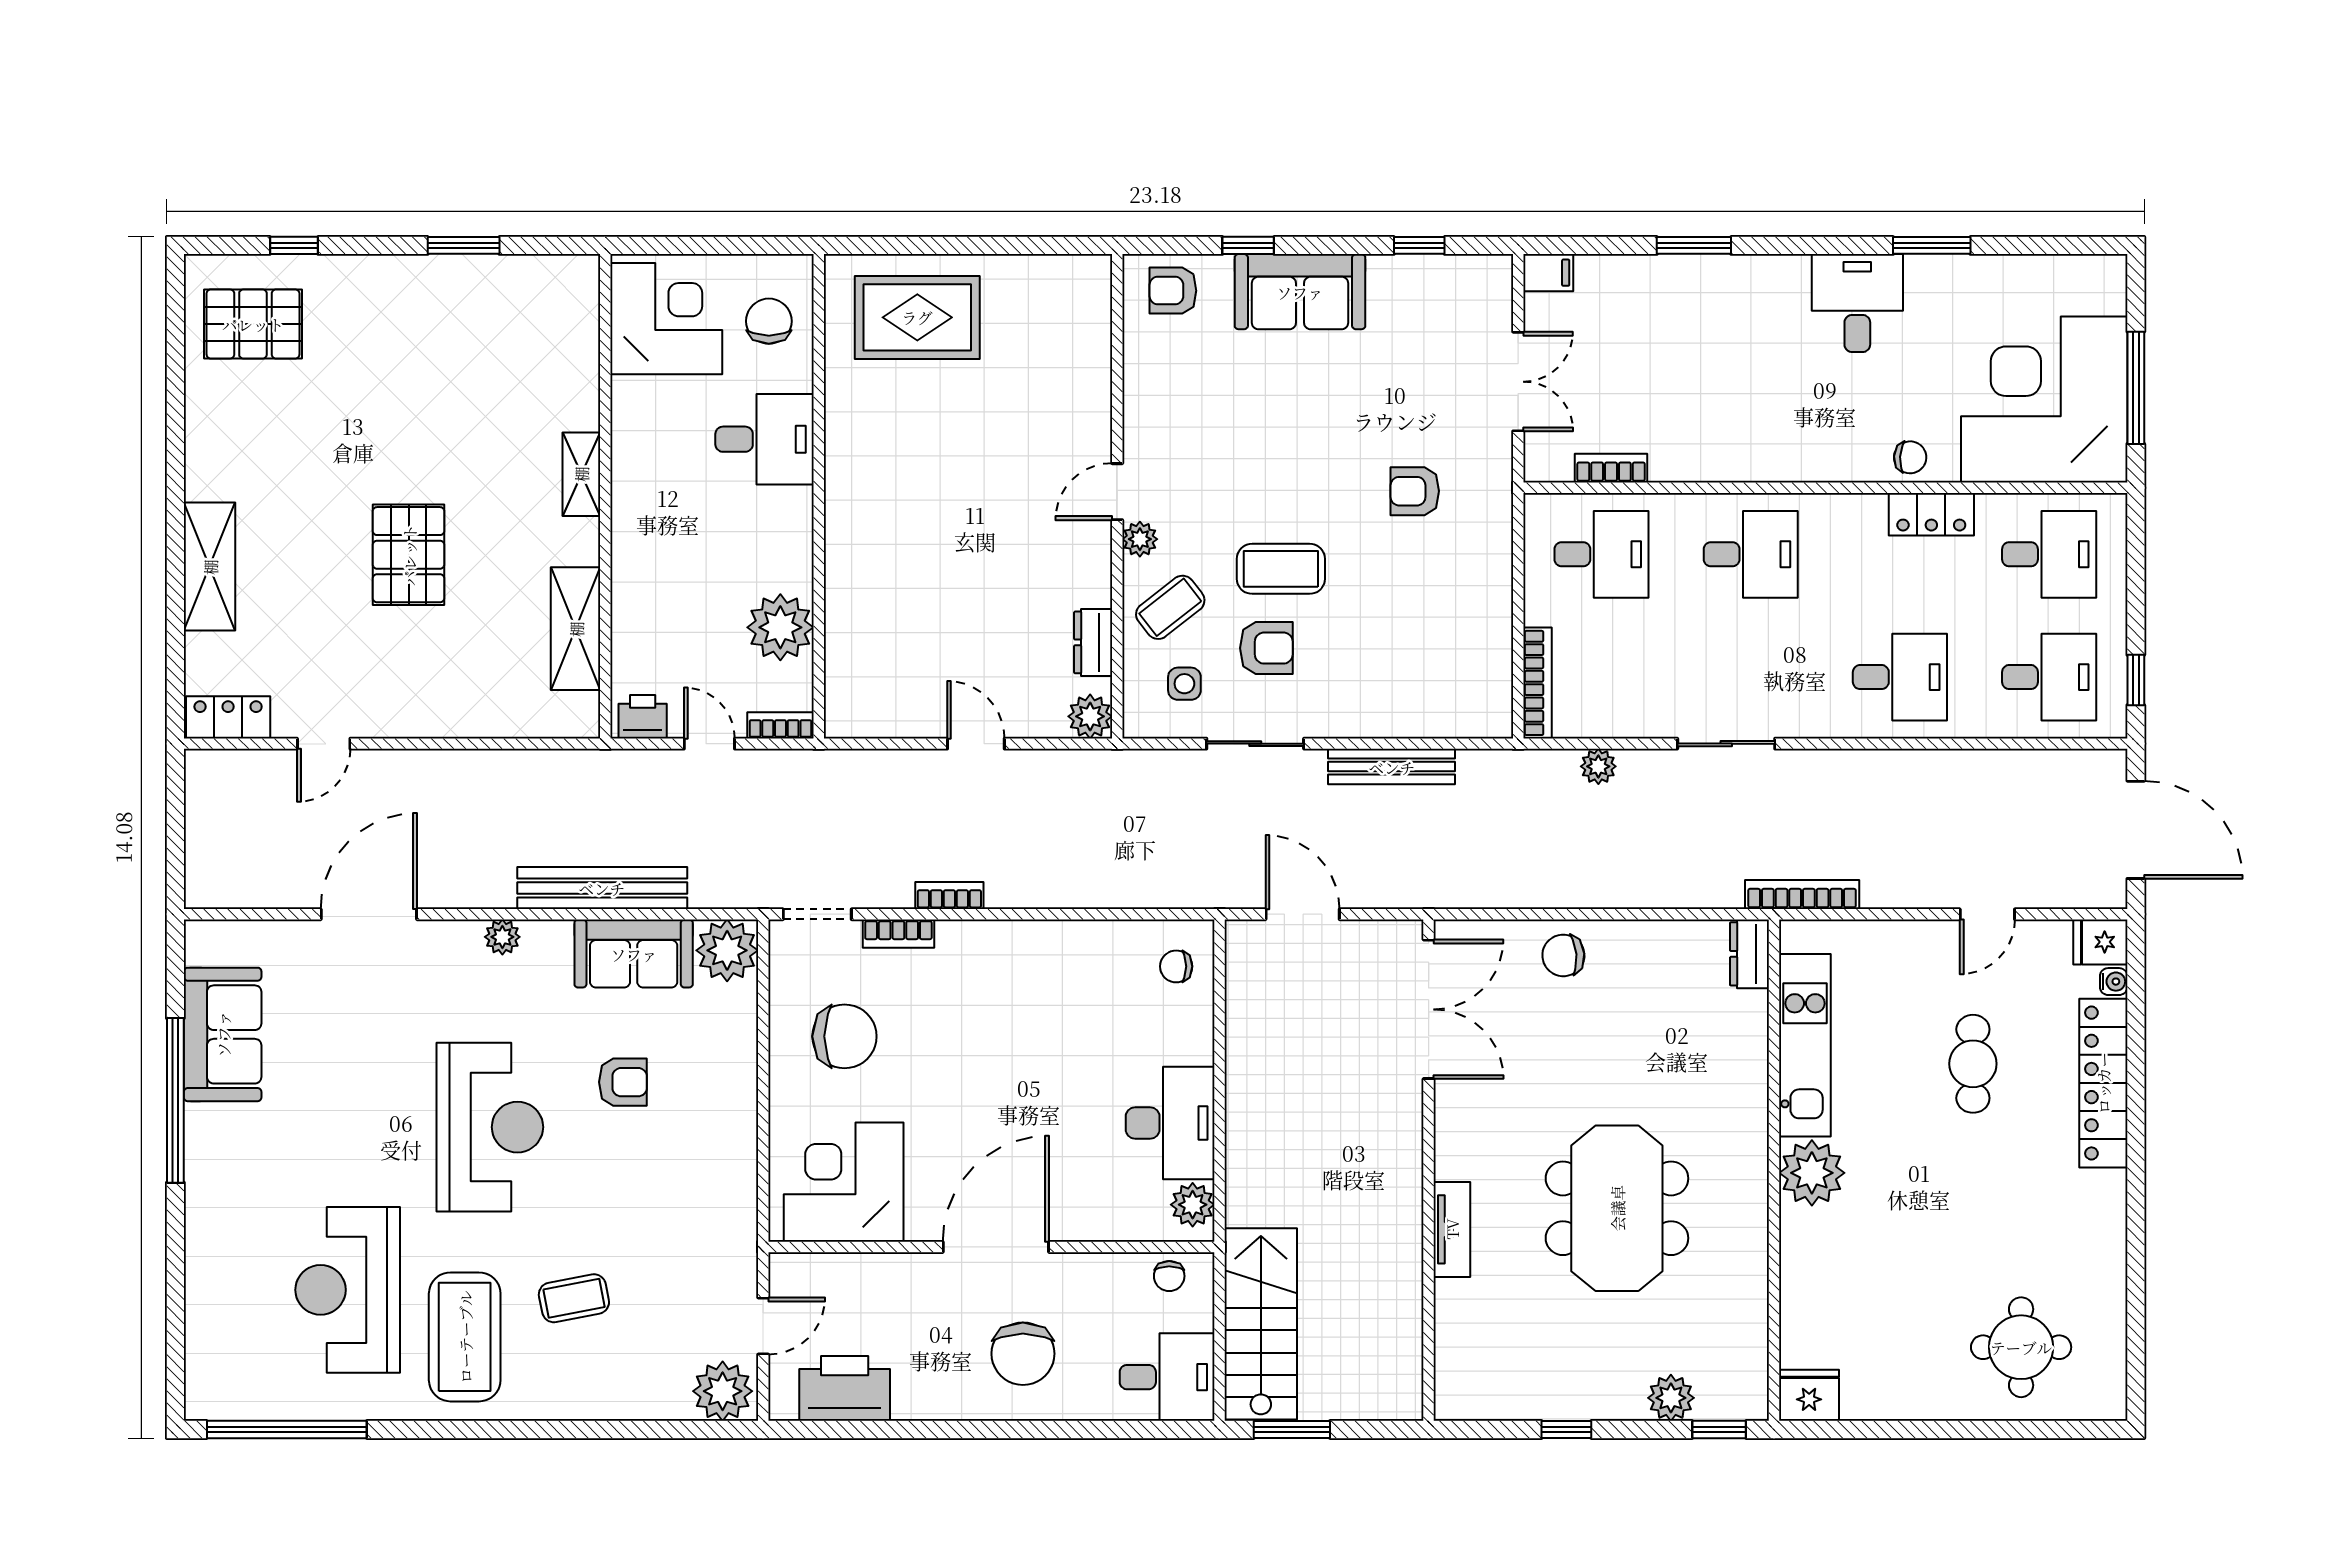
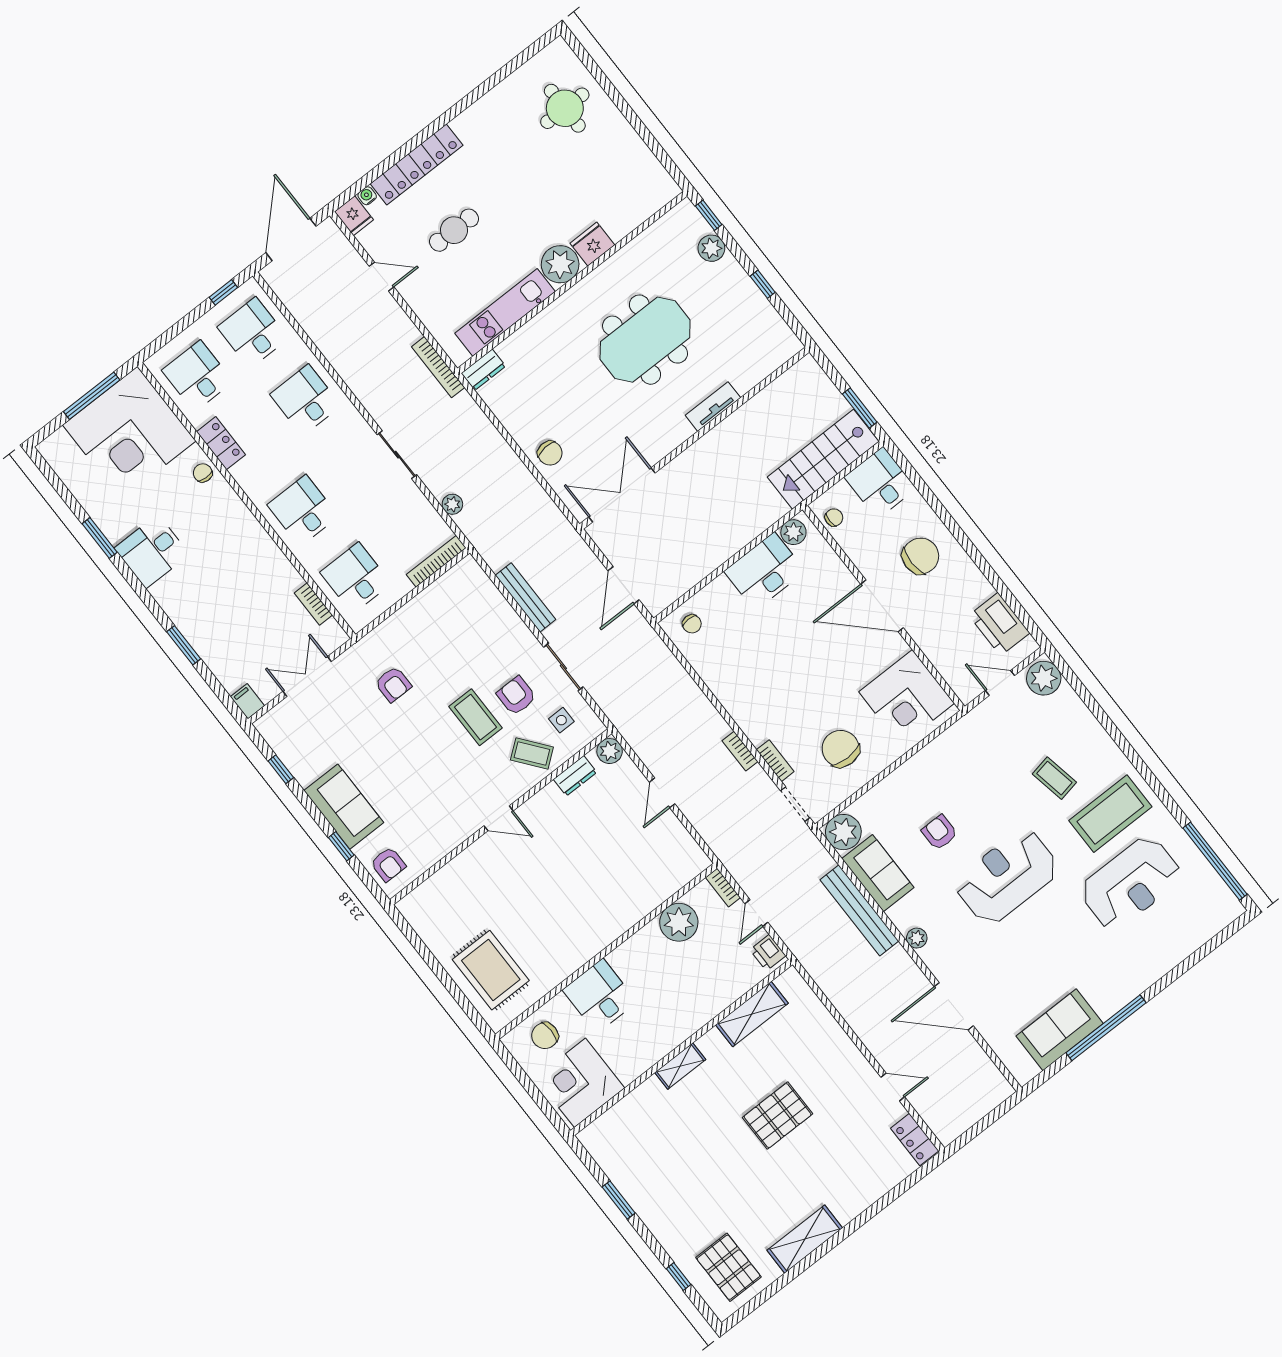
plant: (1140, 539) -> (512, 791), removed
shelving: (210, 567) -> (805, 1239), moved
fridge: (1809, 1395) -> (592, 244), moved, turned 90

